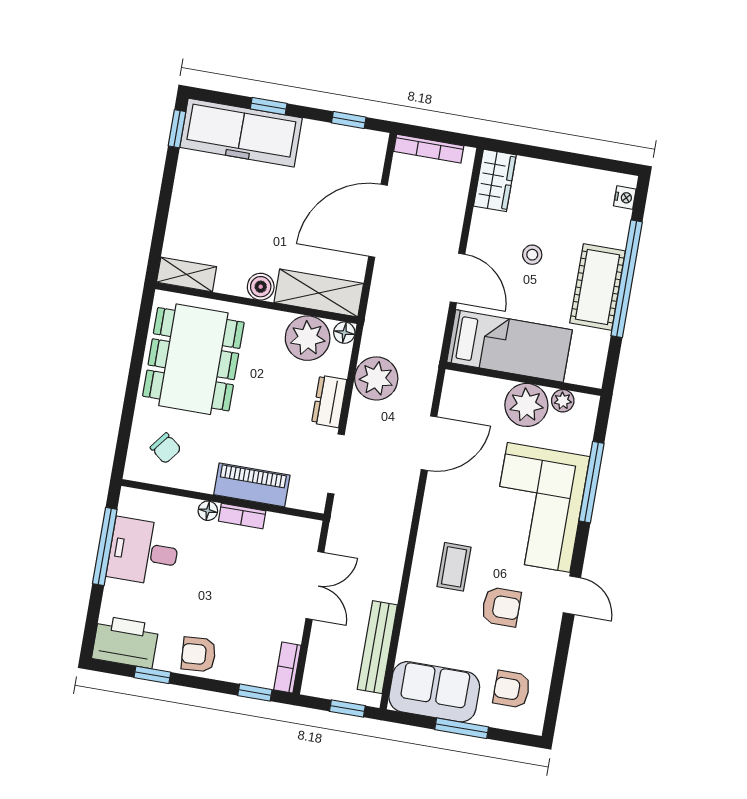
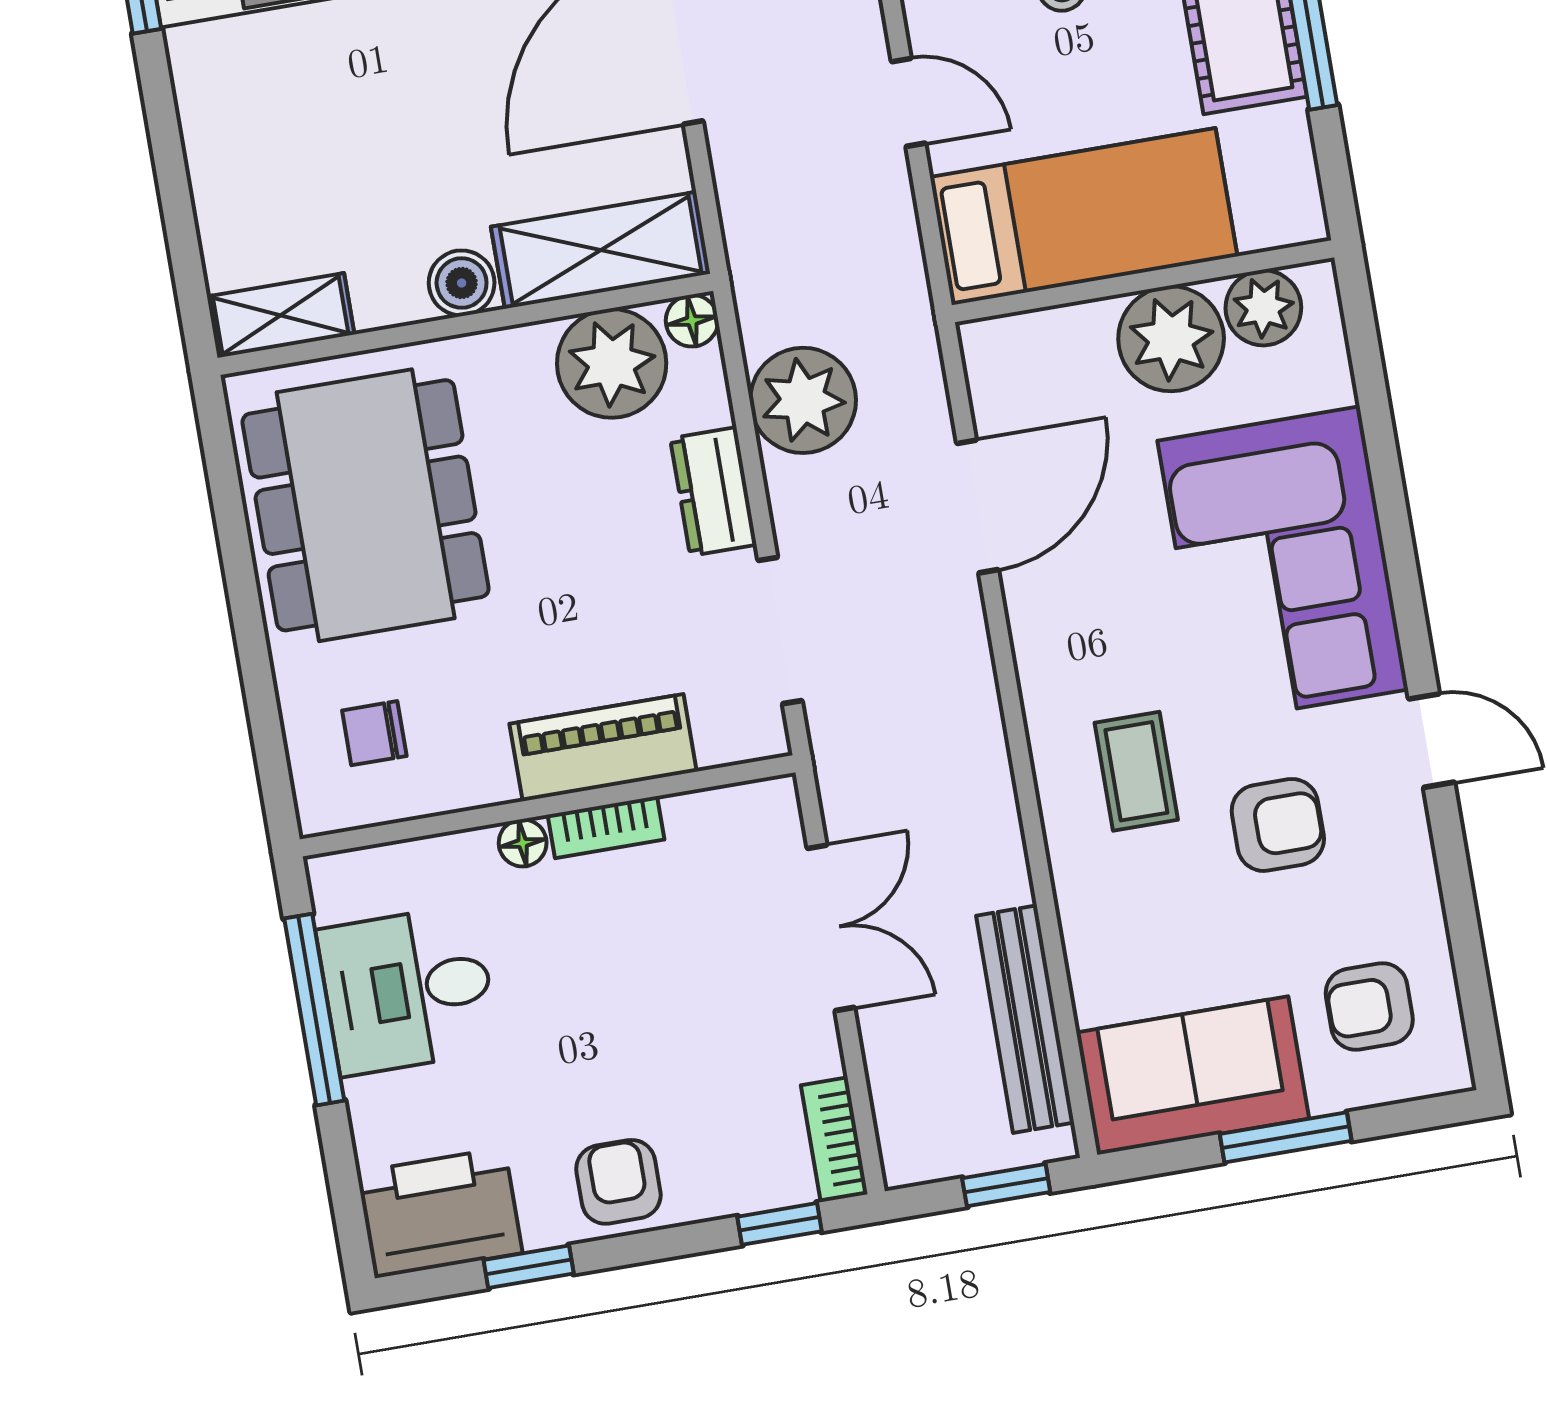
door: (457, 278) -> (908, 102), width x0.73
plant: (563, 401) -> (1263, 308), width x1.38, depth x1.38
chair: (166, 448) -> (374, 733), turned 142
window: (591, 482) -> (1384, 464), removed
armchair: (199, 654) -> (618, 1182), turned 94

